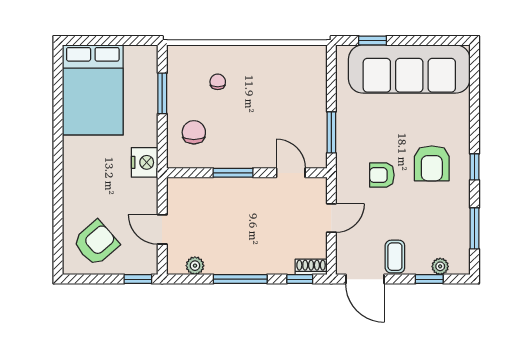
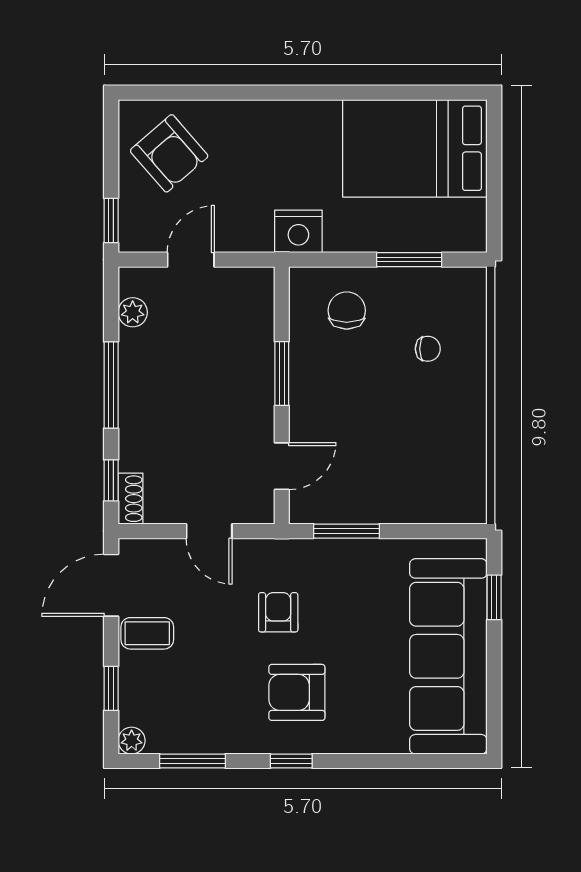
chair: (194, 132) -> (347, 310), turned -90
plant: (440, 266) -> (132, 741), moved

